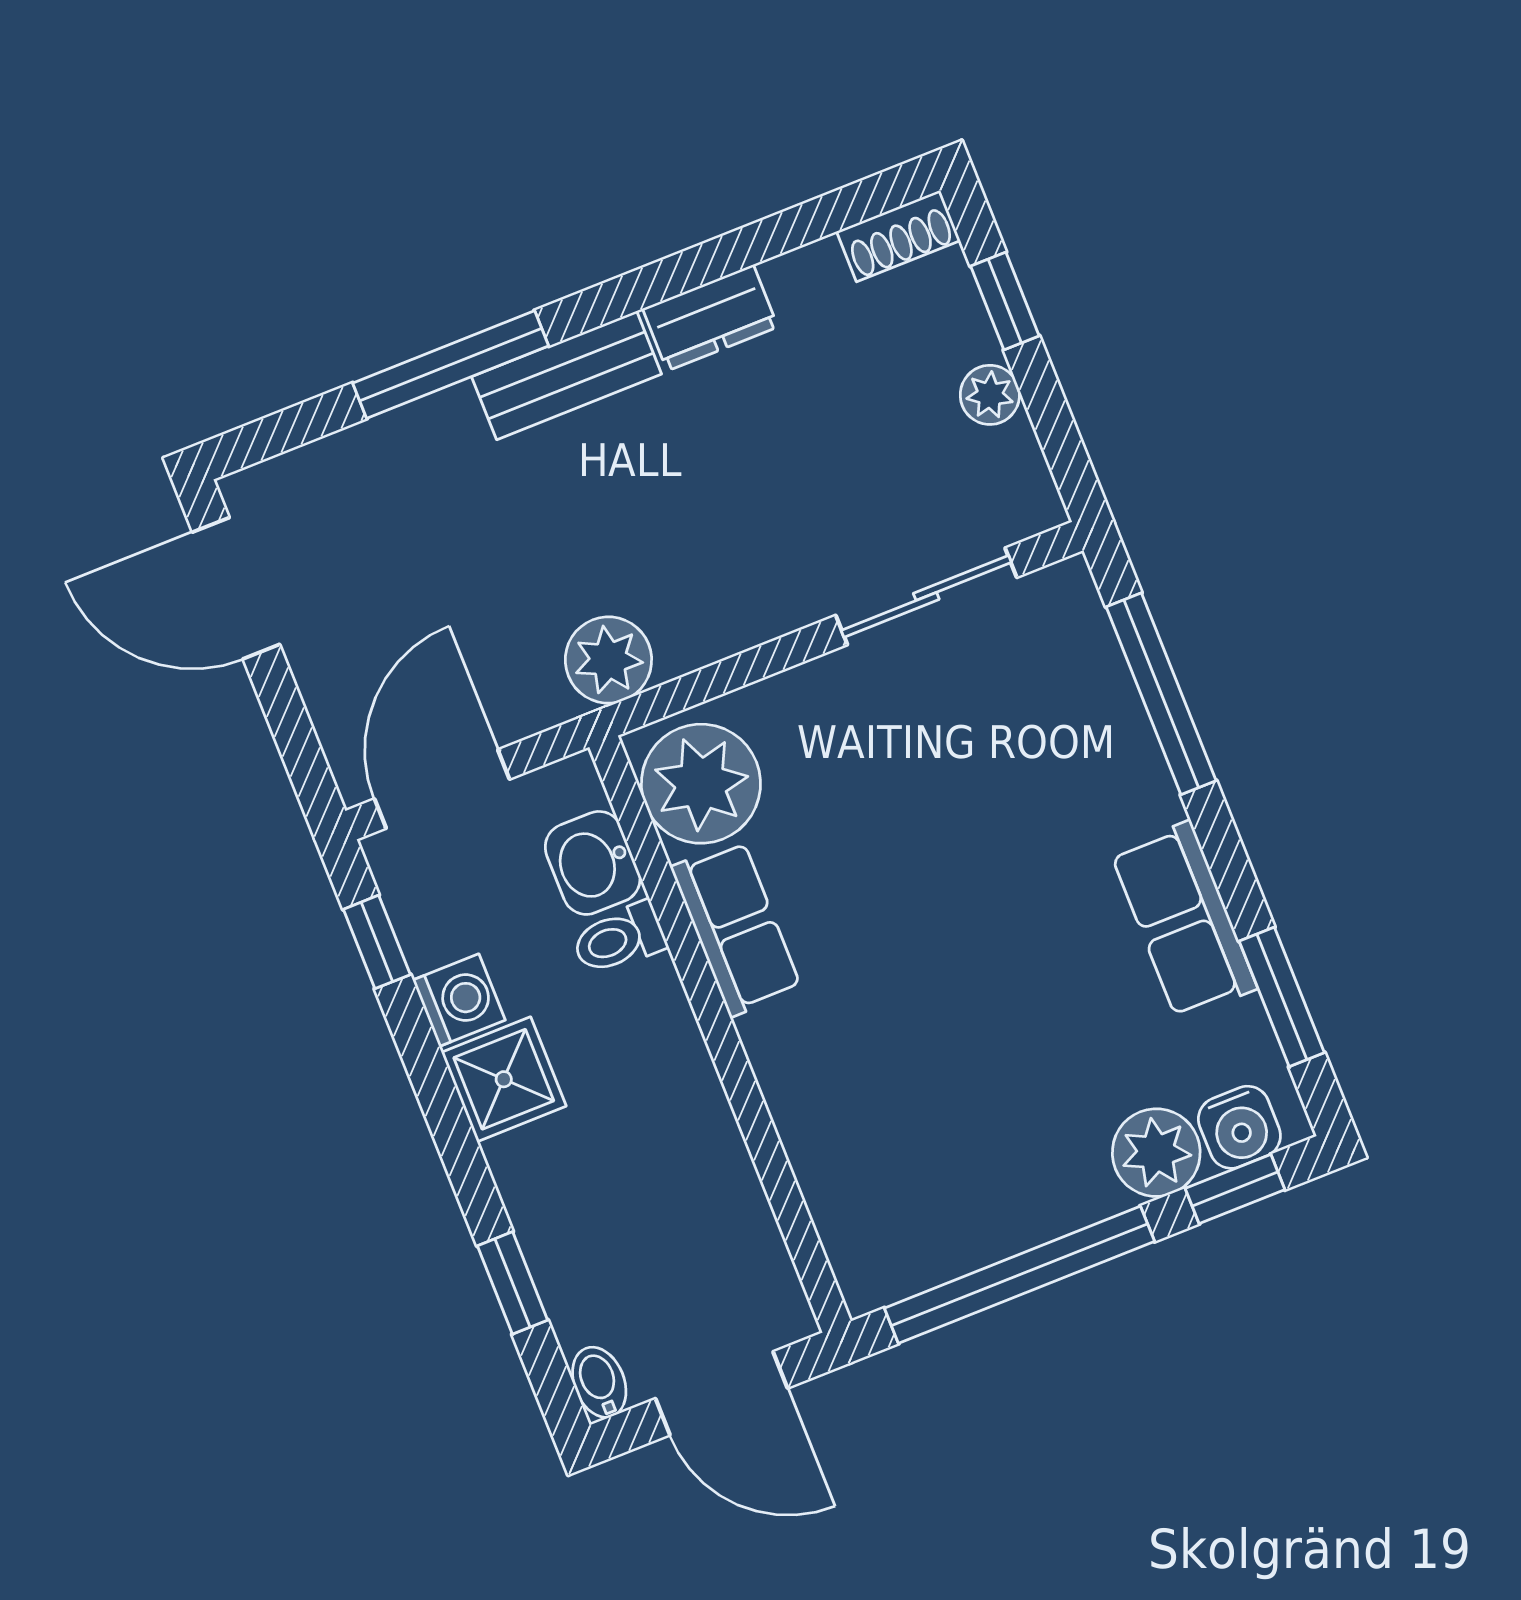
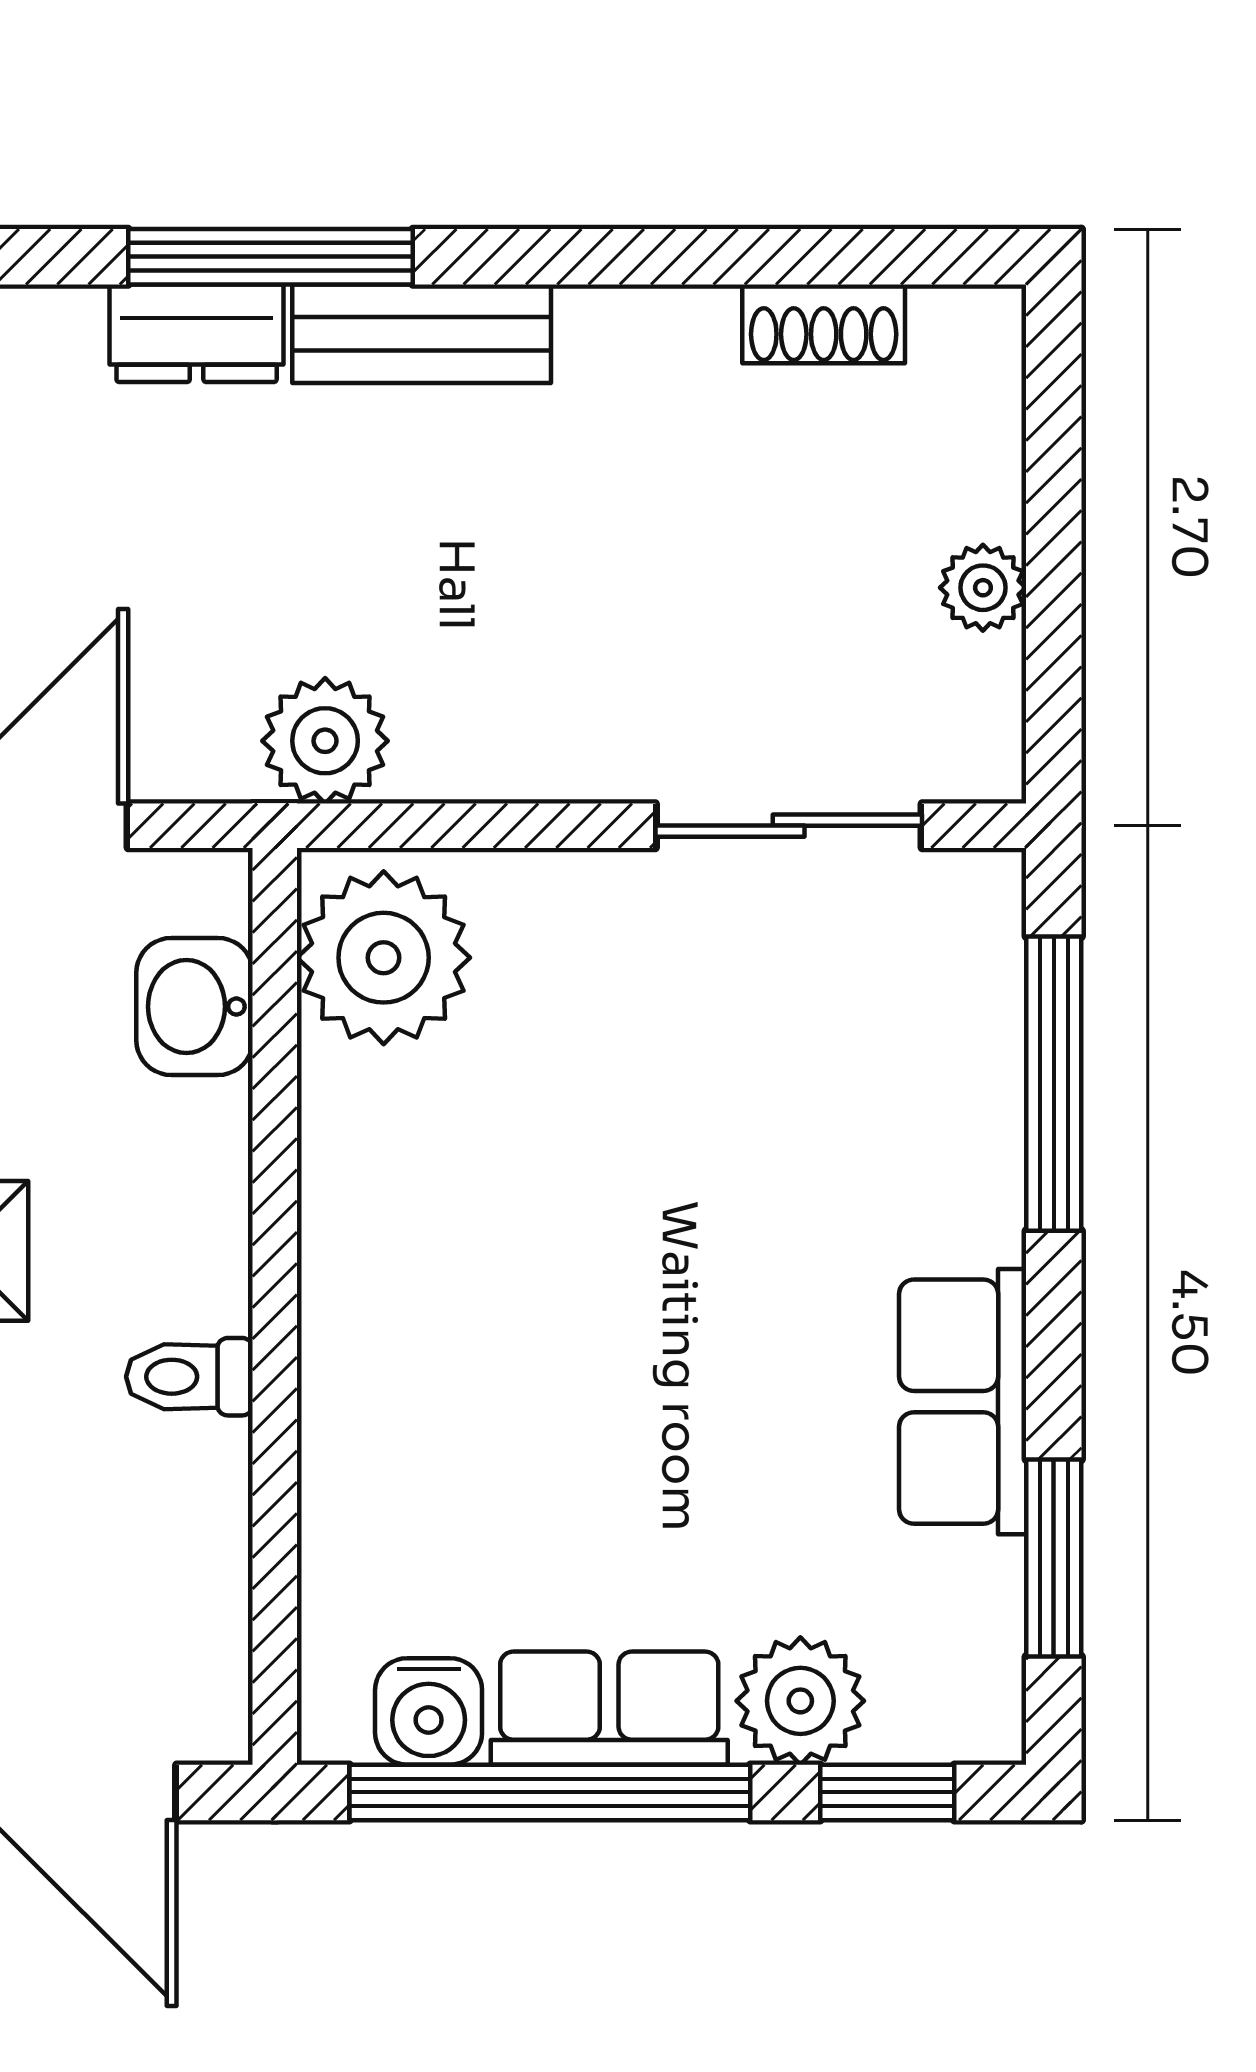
shoe rack: (898, 236) -> (824, 324), moved
window: (1005, 301) -> (1054, 469), removed
dresser: (710, 318) -> (197, 333), moved
row of seats: (736, 928) -> (609, 1708), moved, turned -90
toilet: (619, 939) -> (189, 1377), moved
water cooler: (1239, 1127) -> (429, 1711), moved

